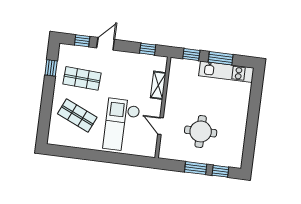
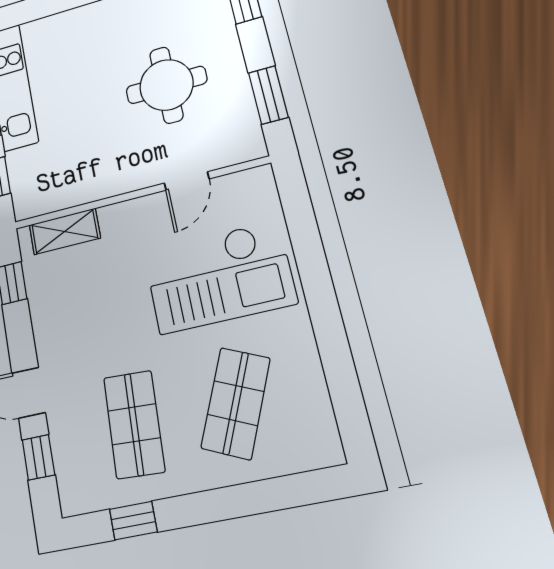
shelving: (158, 85) -> (65, 231), moved
window: (196, 168) -> (268, 95), moved

